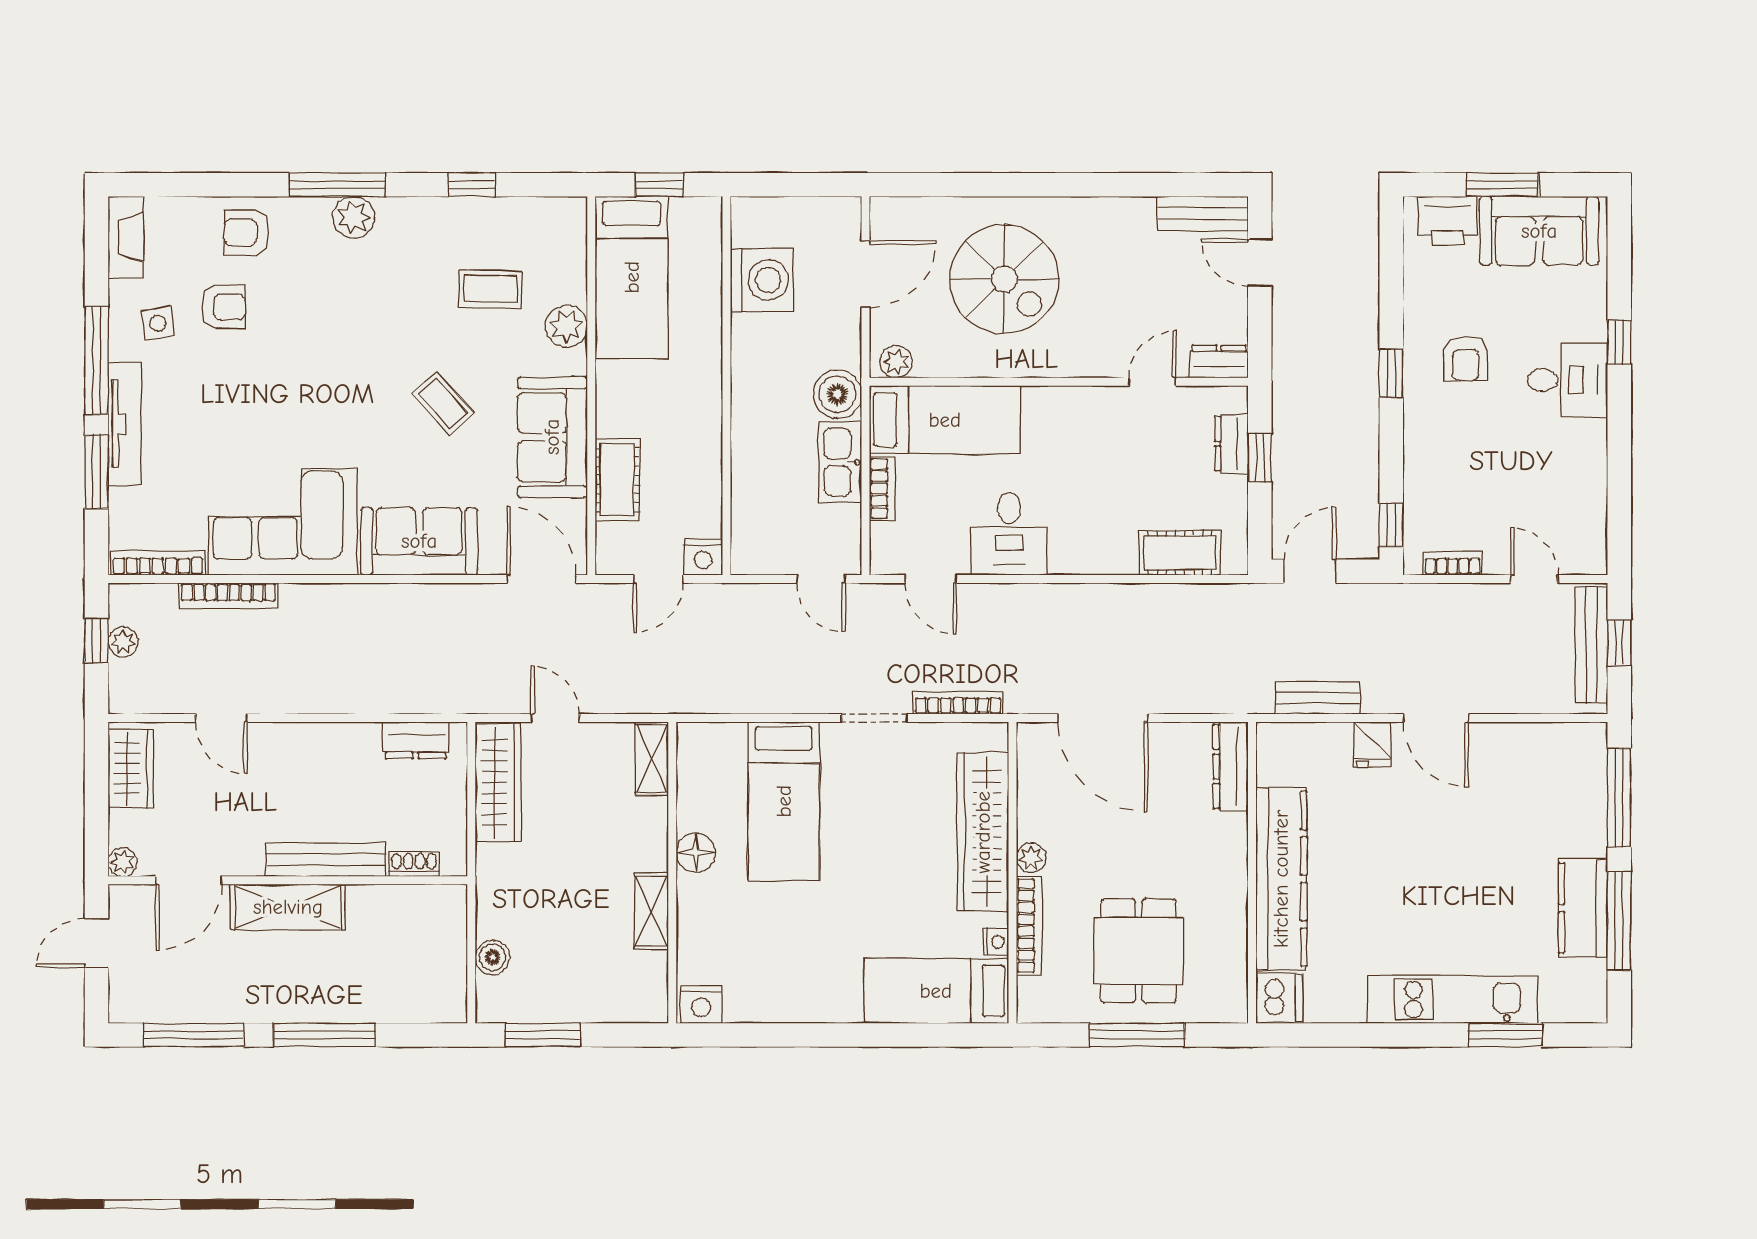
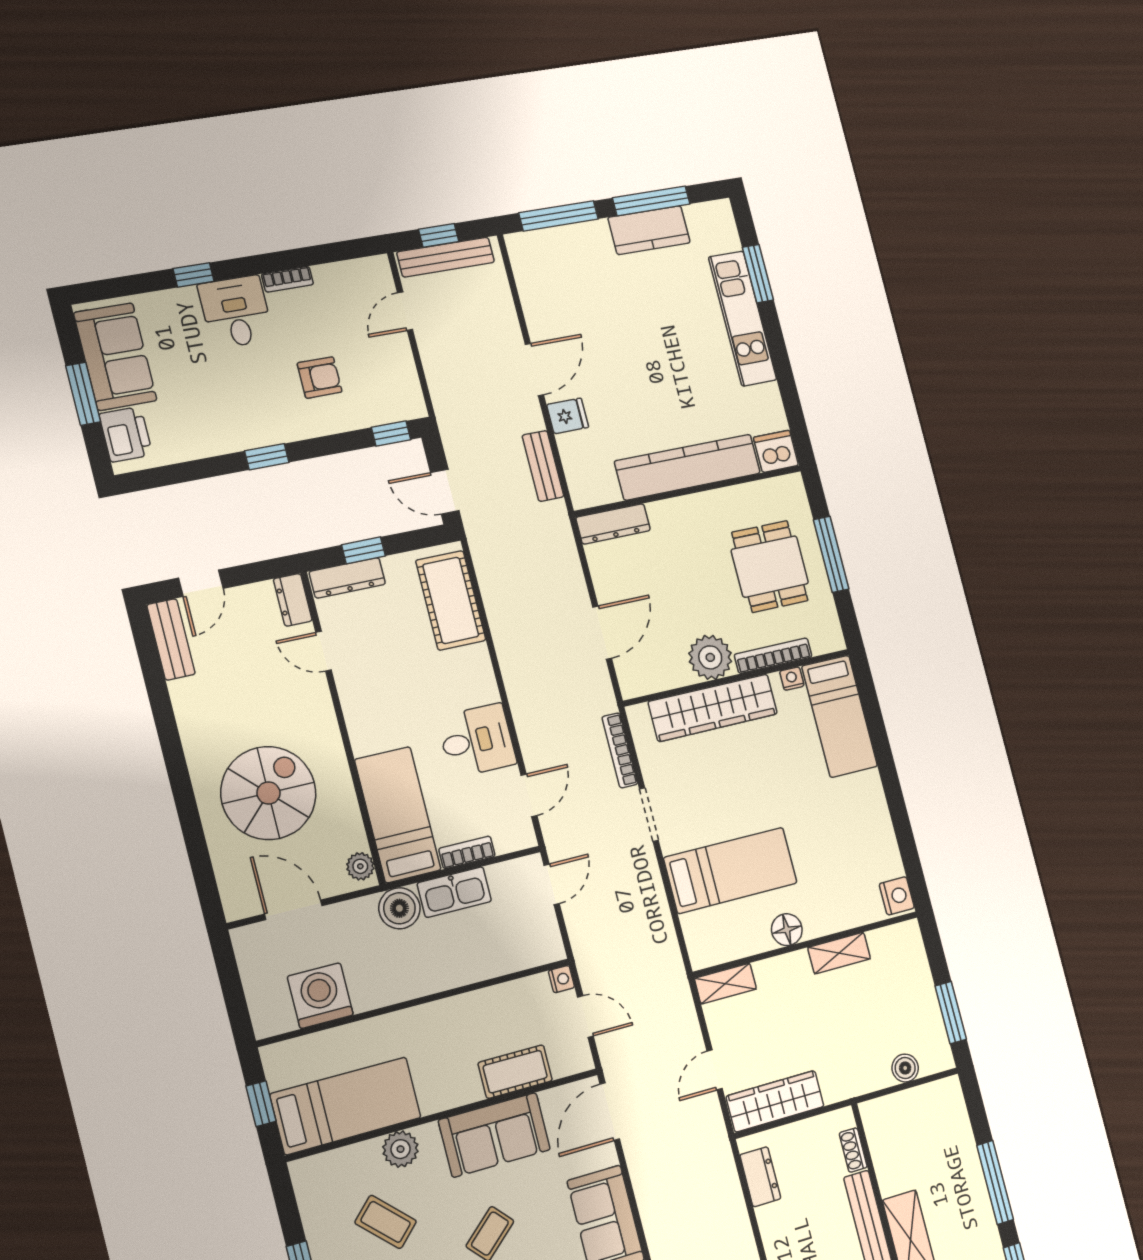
coffee table: (490, 289) -> (386, 1222), turned -46
armchair: (1466, 359) -> (320, 377), moved
dresser: (1231, 444) -> (347, 578), width x1.44
cot: (1180, 553) -> (451, 600), width x1.37, depth x1.34
nightstand: (703, 557) -> (561, 979), width x0.72, depth x0.74
bookcase: (1453, 563) -> (287, 279), moved, turned -90
door: (1103, 718) -> (602, 633), width x0.73
plant: (1031, 858) -> (710, 657), width x1.88, depth x1.88
dining table: (1139, 951) -> (770, 567), turned 90

